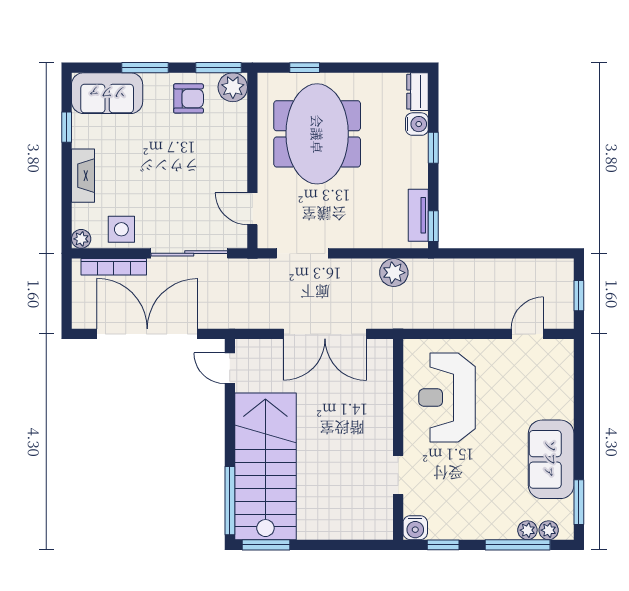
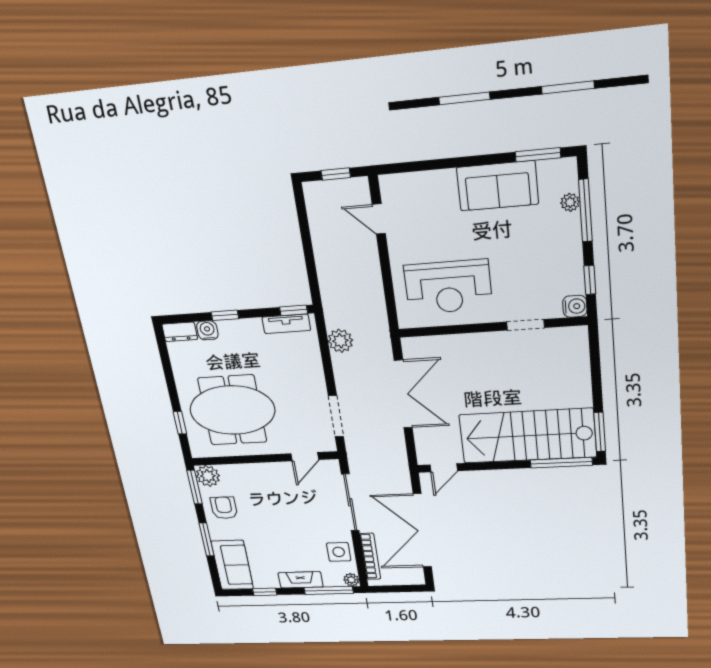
window: (67, 208) -> (329, 590), added
plant: (549, 530) -> (569, 182), removed

